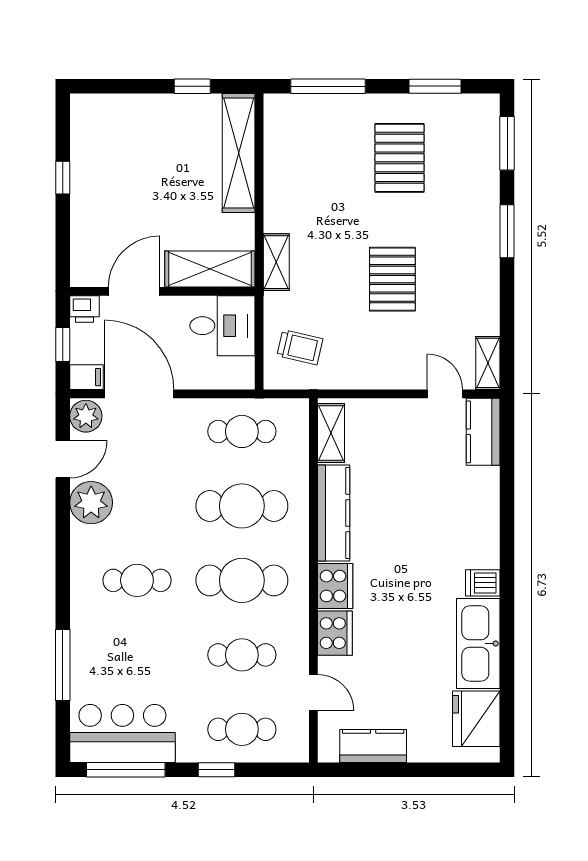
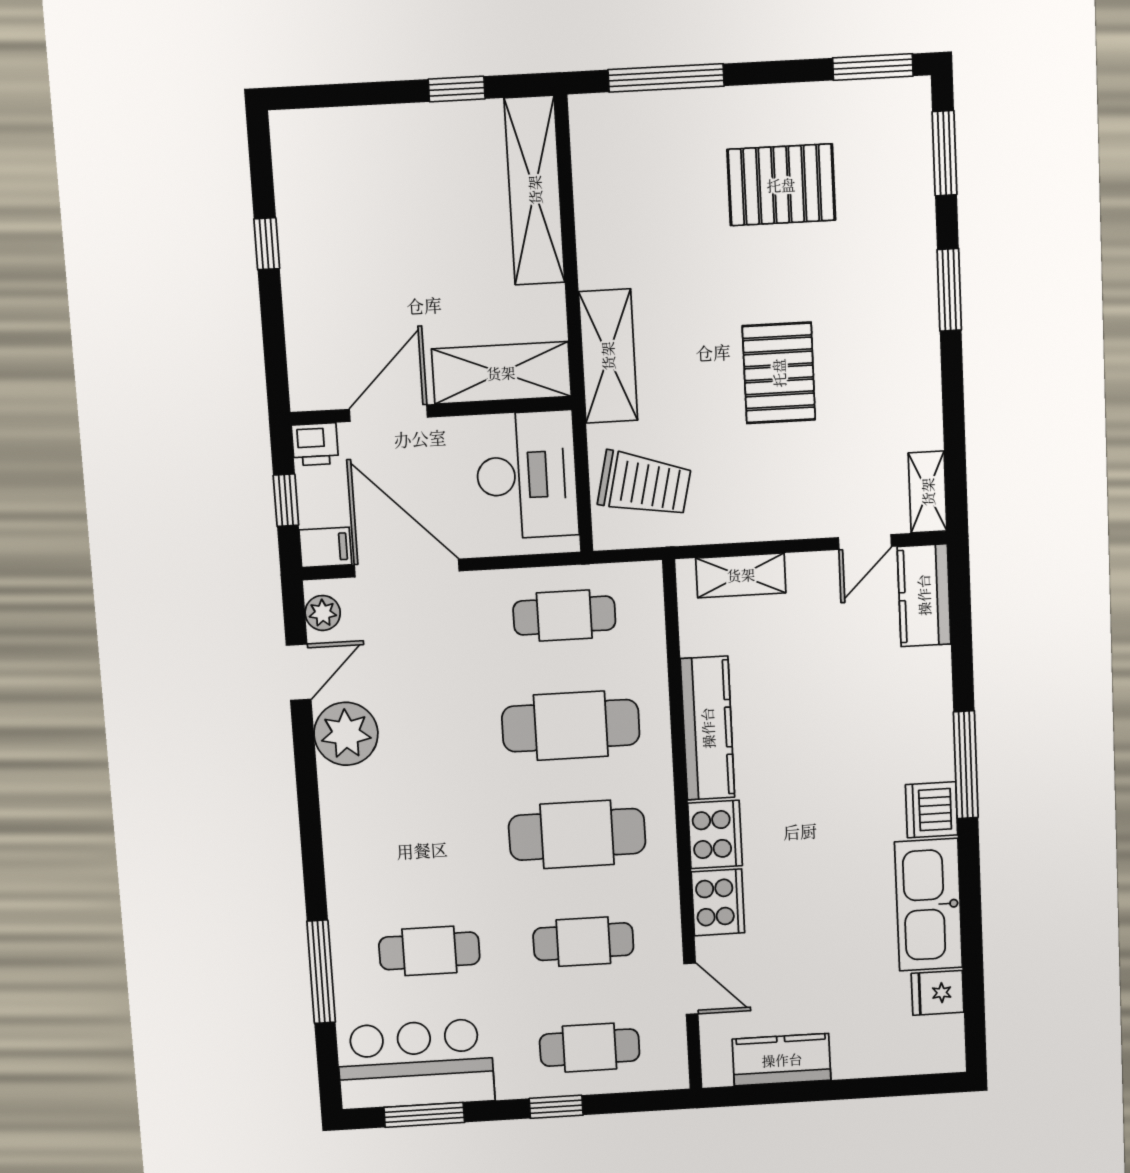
window: (435, 86) -> (873, 67), moved
pallet: (400, 158) -> (781, 185), turned 90
shelving: (276, 262) -> (608, 356), width x1.50, depth x1.33
desk: (222, 326) -> (527, 475), width x1.37
trolley: (300, 347) -> (644, 484), width x1.36, depth x1.39
door: (445, 394) -> (865, 542), swing flipped
plant: (86, 416) -> (323, 613), width x0.73, depth x0.73
shelving: (331, 433) -> (741, 575), moved, turned 90
window: (507, 548) -> (966, 765), added
cafe table: (137, 580) -> (429, 951), moved
dishwasher: (483, 583) -> (932, 810), width x1.38
fridge: (476, 719) -> (938, 993), width x0.53, depth x0.75
window: (126, 770) -> (424, 1115), width x0.69

